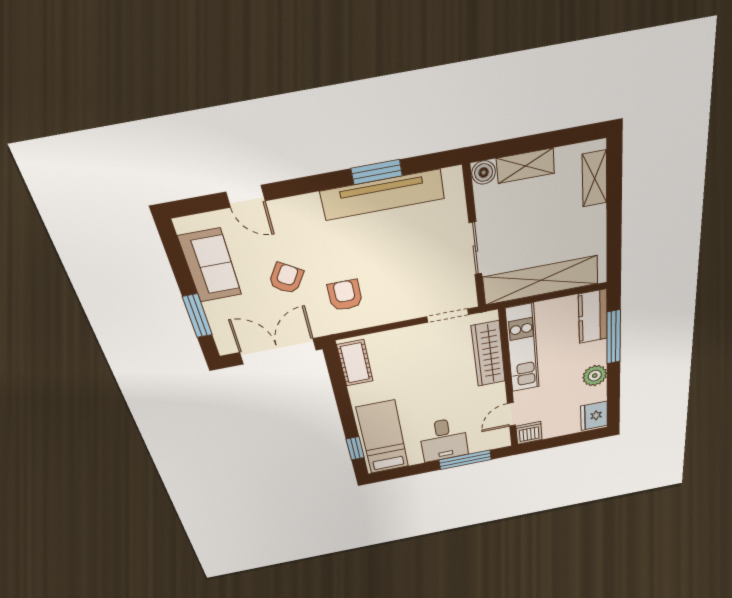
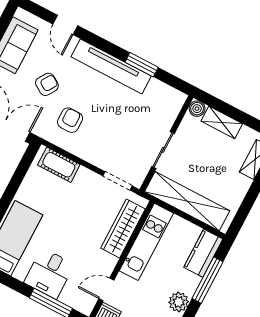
tv unit: (383, 195) -> (111, 66), moved
cot: (355, 363) -> (59, 165), moved, turned 90

